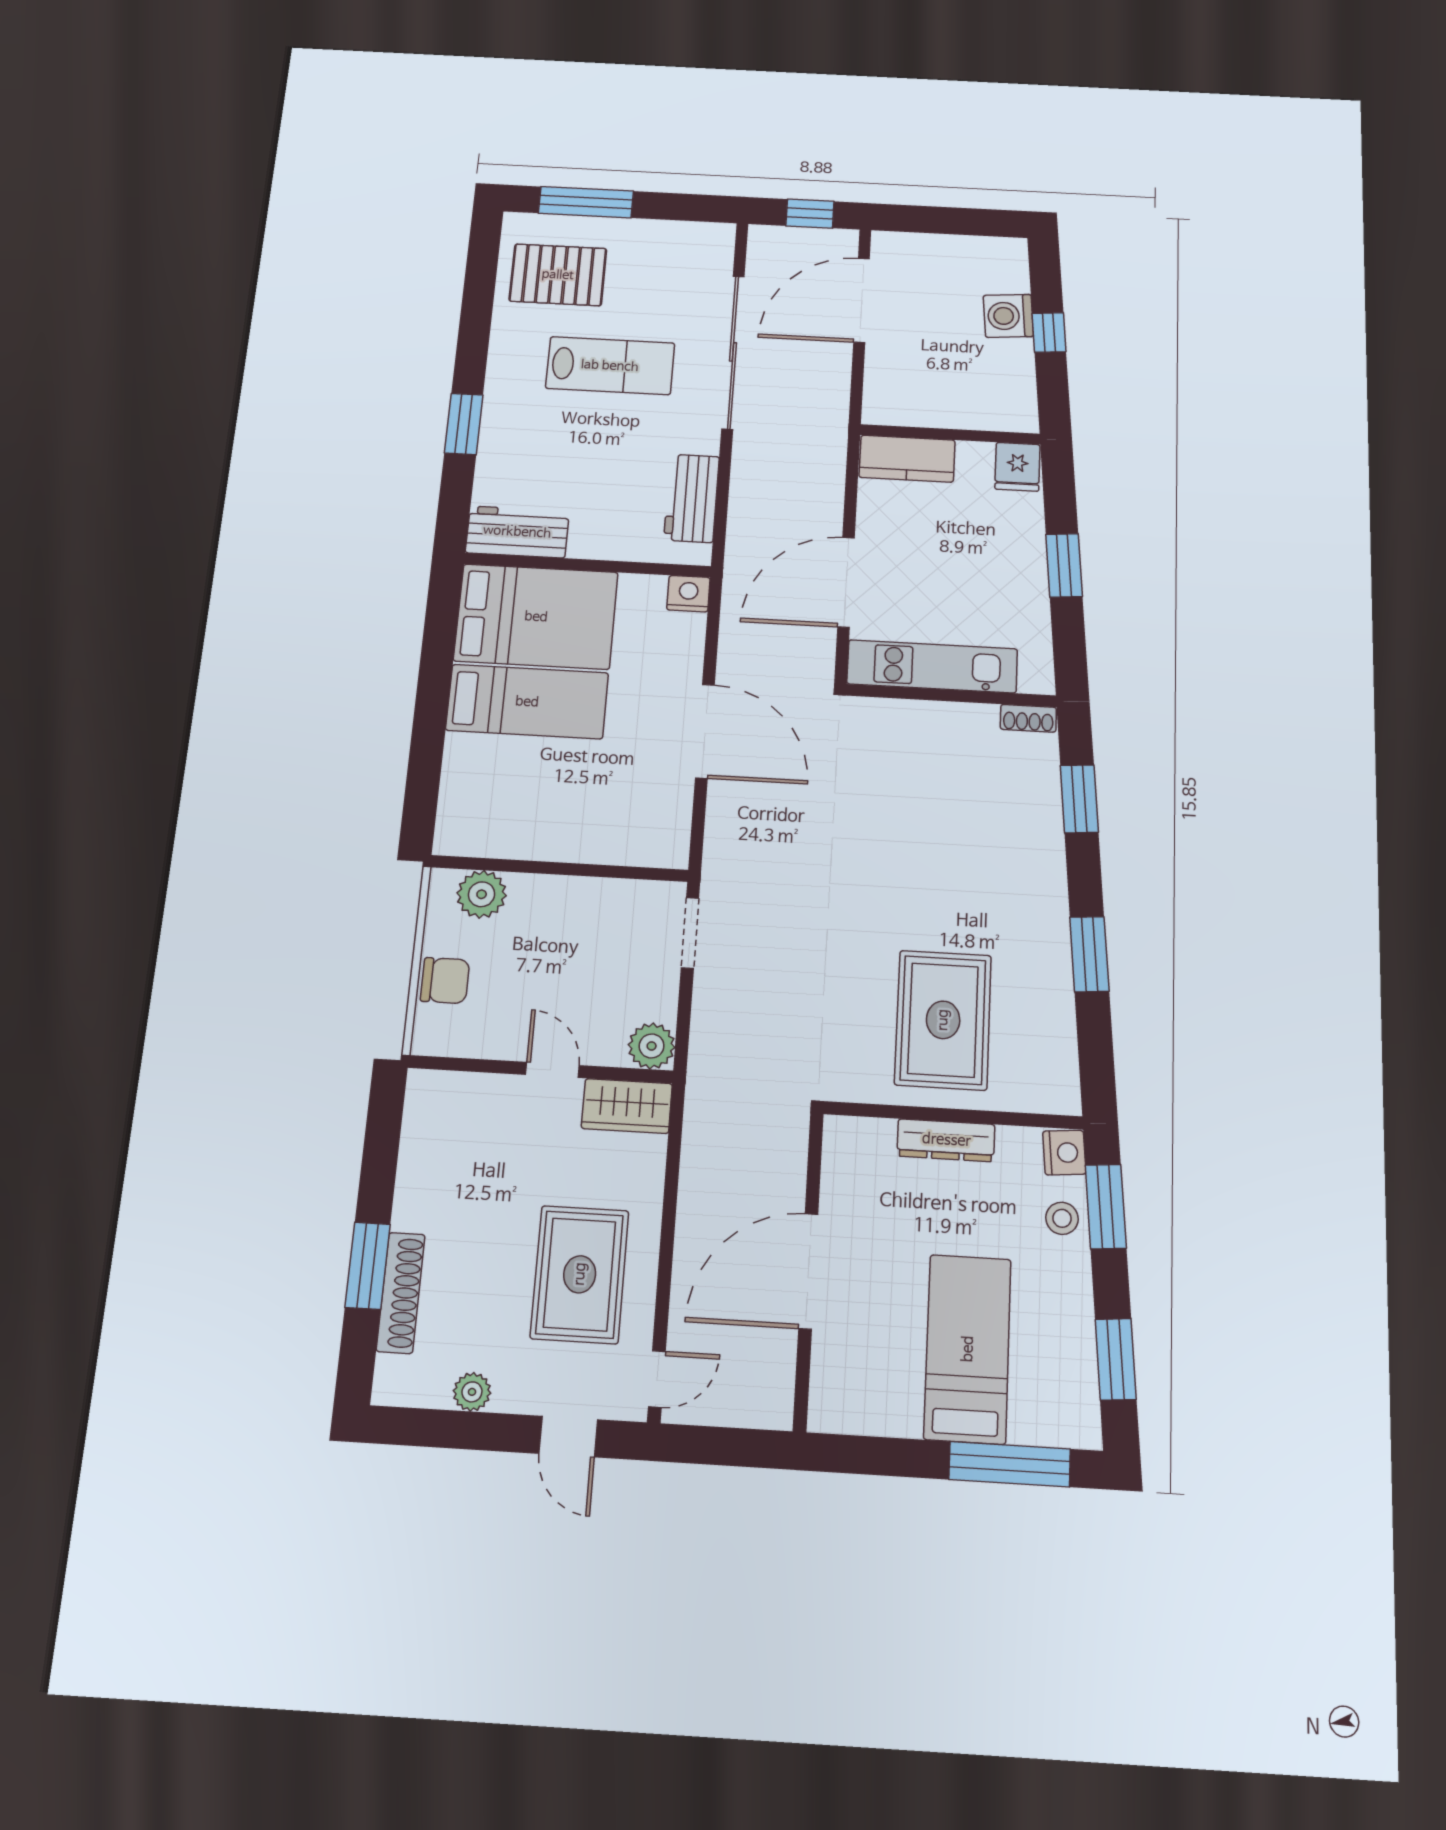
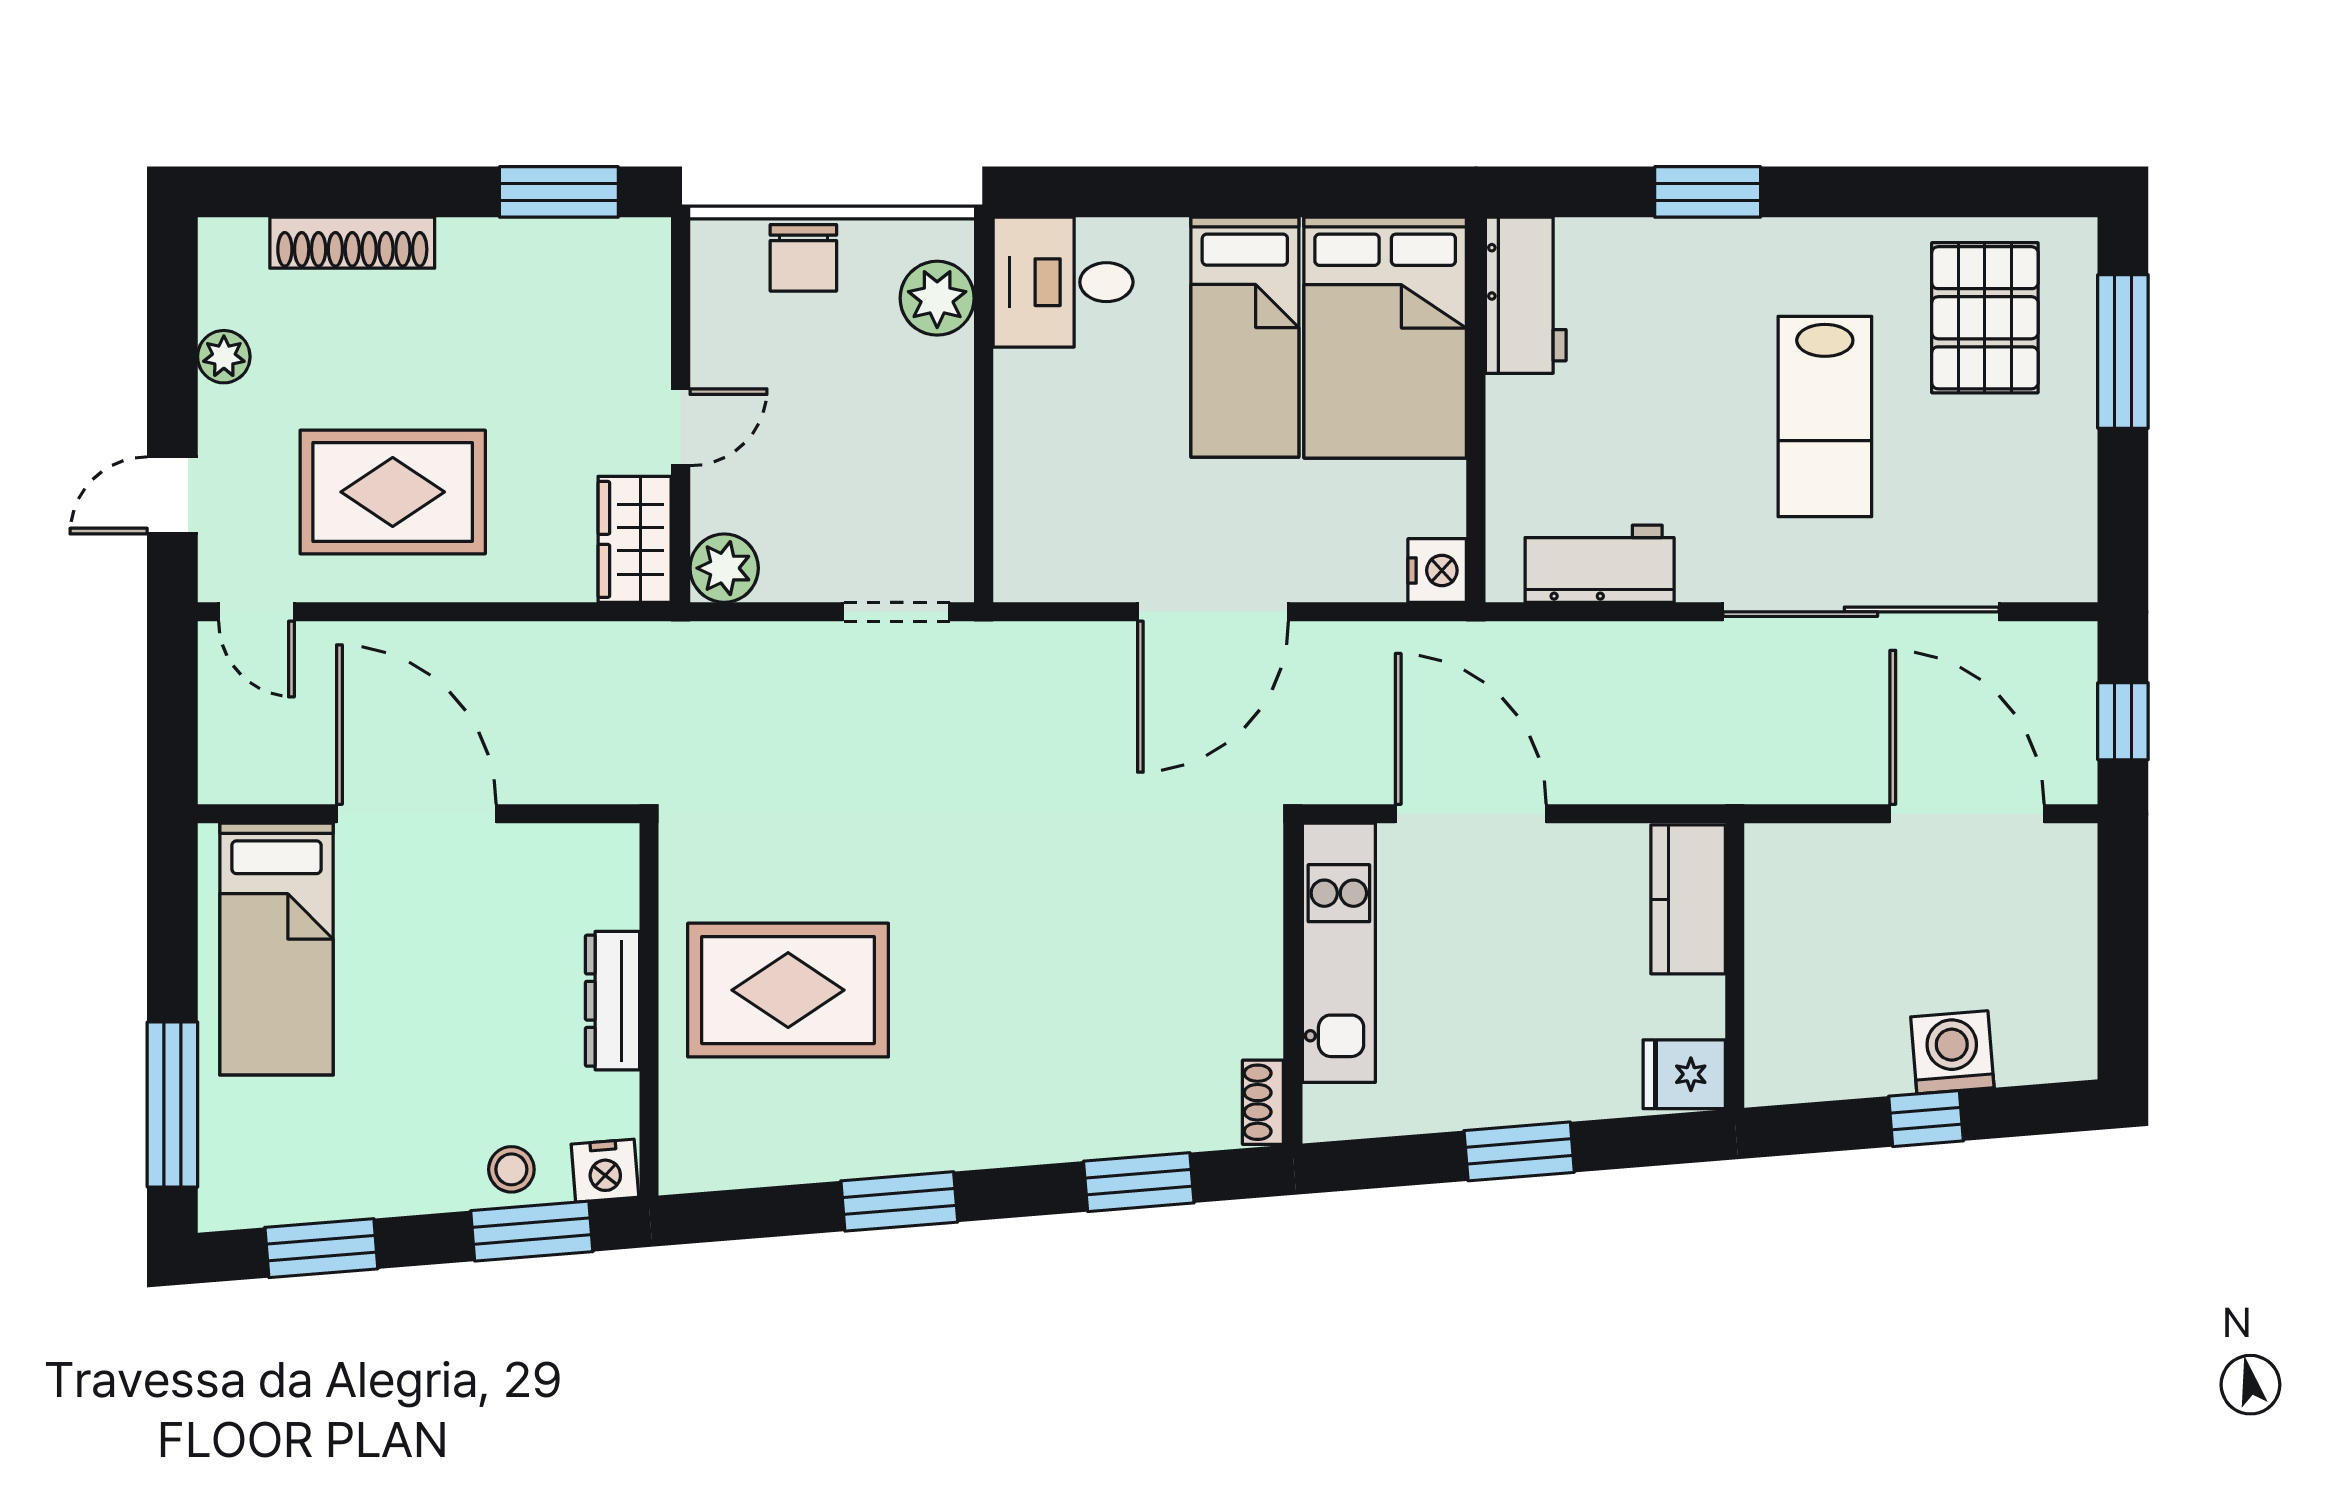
desk: (479, 813) -> (1063, 282), added
window: (368, 1266) -> (559, 192), moved
bed: (968, 1349) -> (276, 949), moved, turned 90

